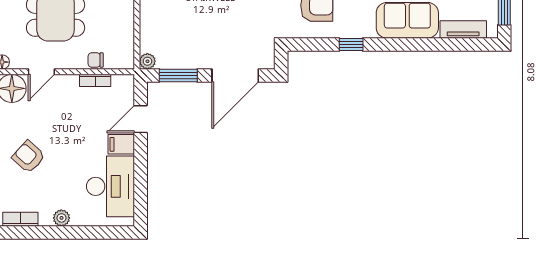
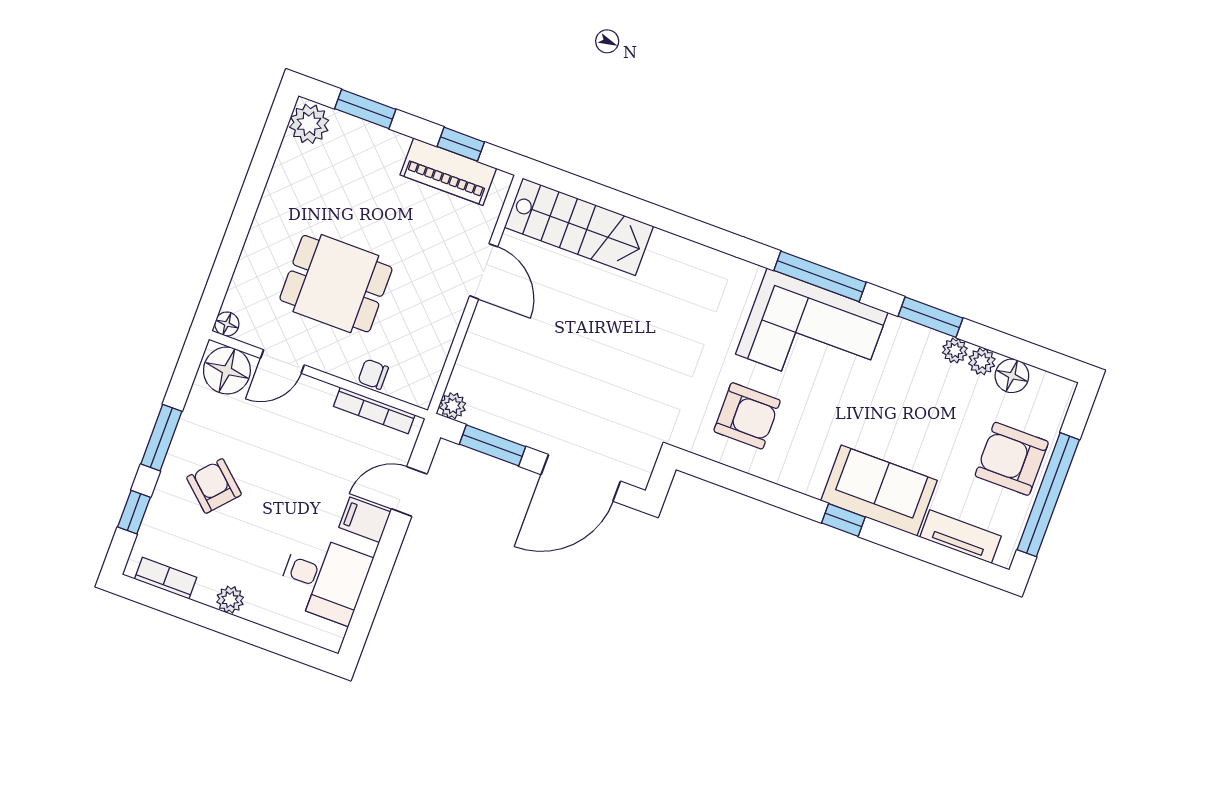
window: (351, 44) -> (843, 520), moved
bookcase: (95, 80) -> (374, 411), width x1.56
desk: (110, 186) -> (324, 579), width x0.73

